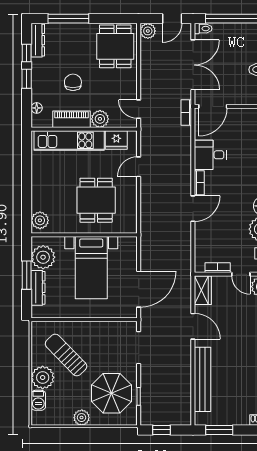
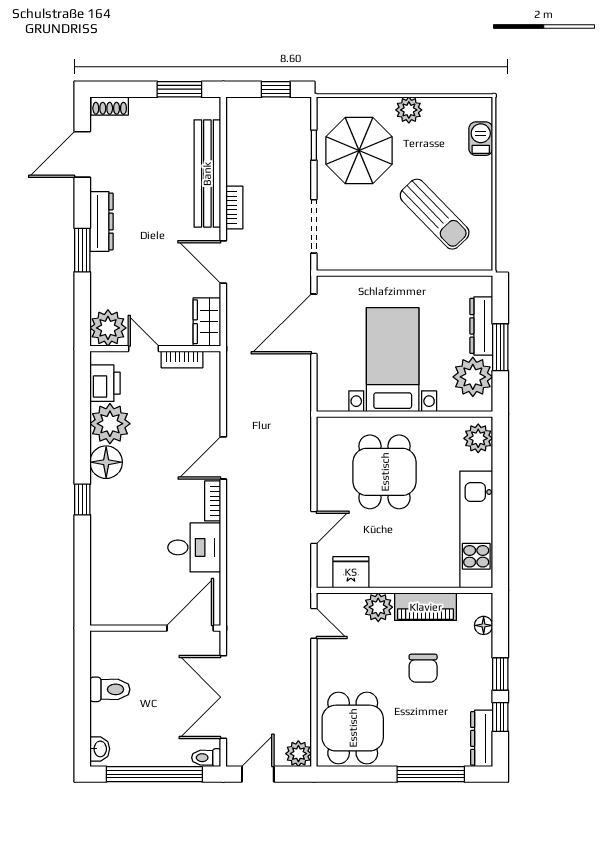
bookcase: (186, 113) -> (234, 208), moved
kitchen unit: (69, 140) -> (476, 529), moved, turned -90
plant: (43, 377) -> (473, 177), removed

